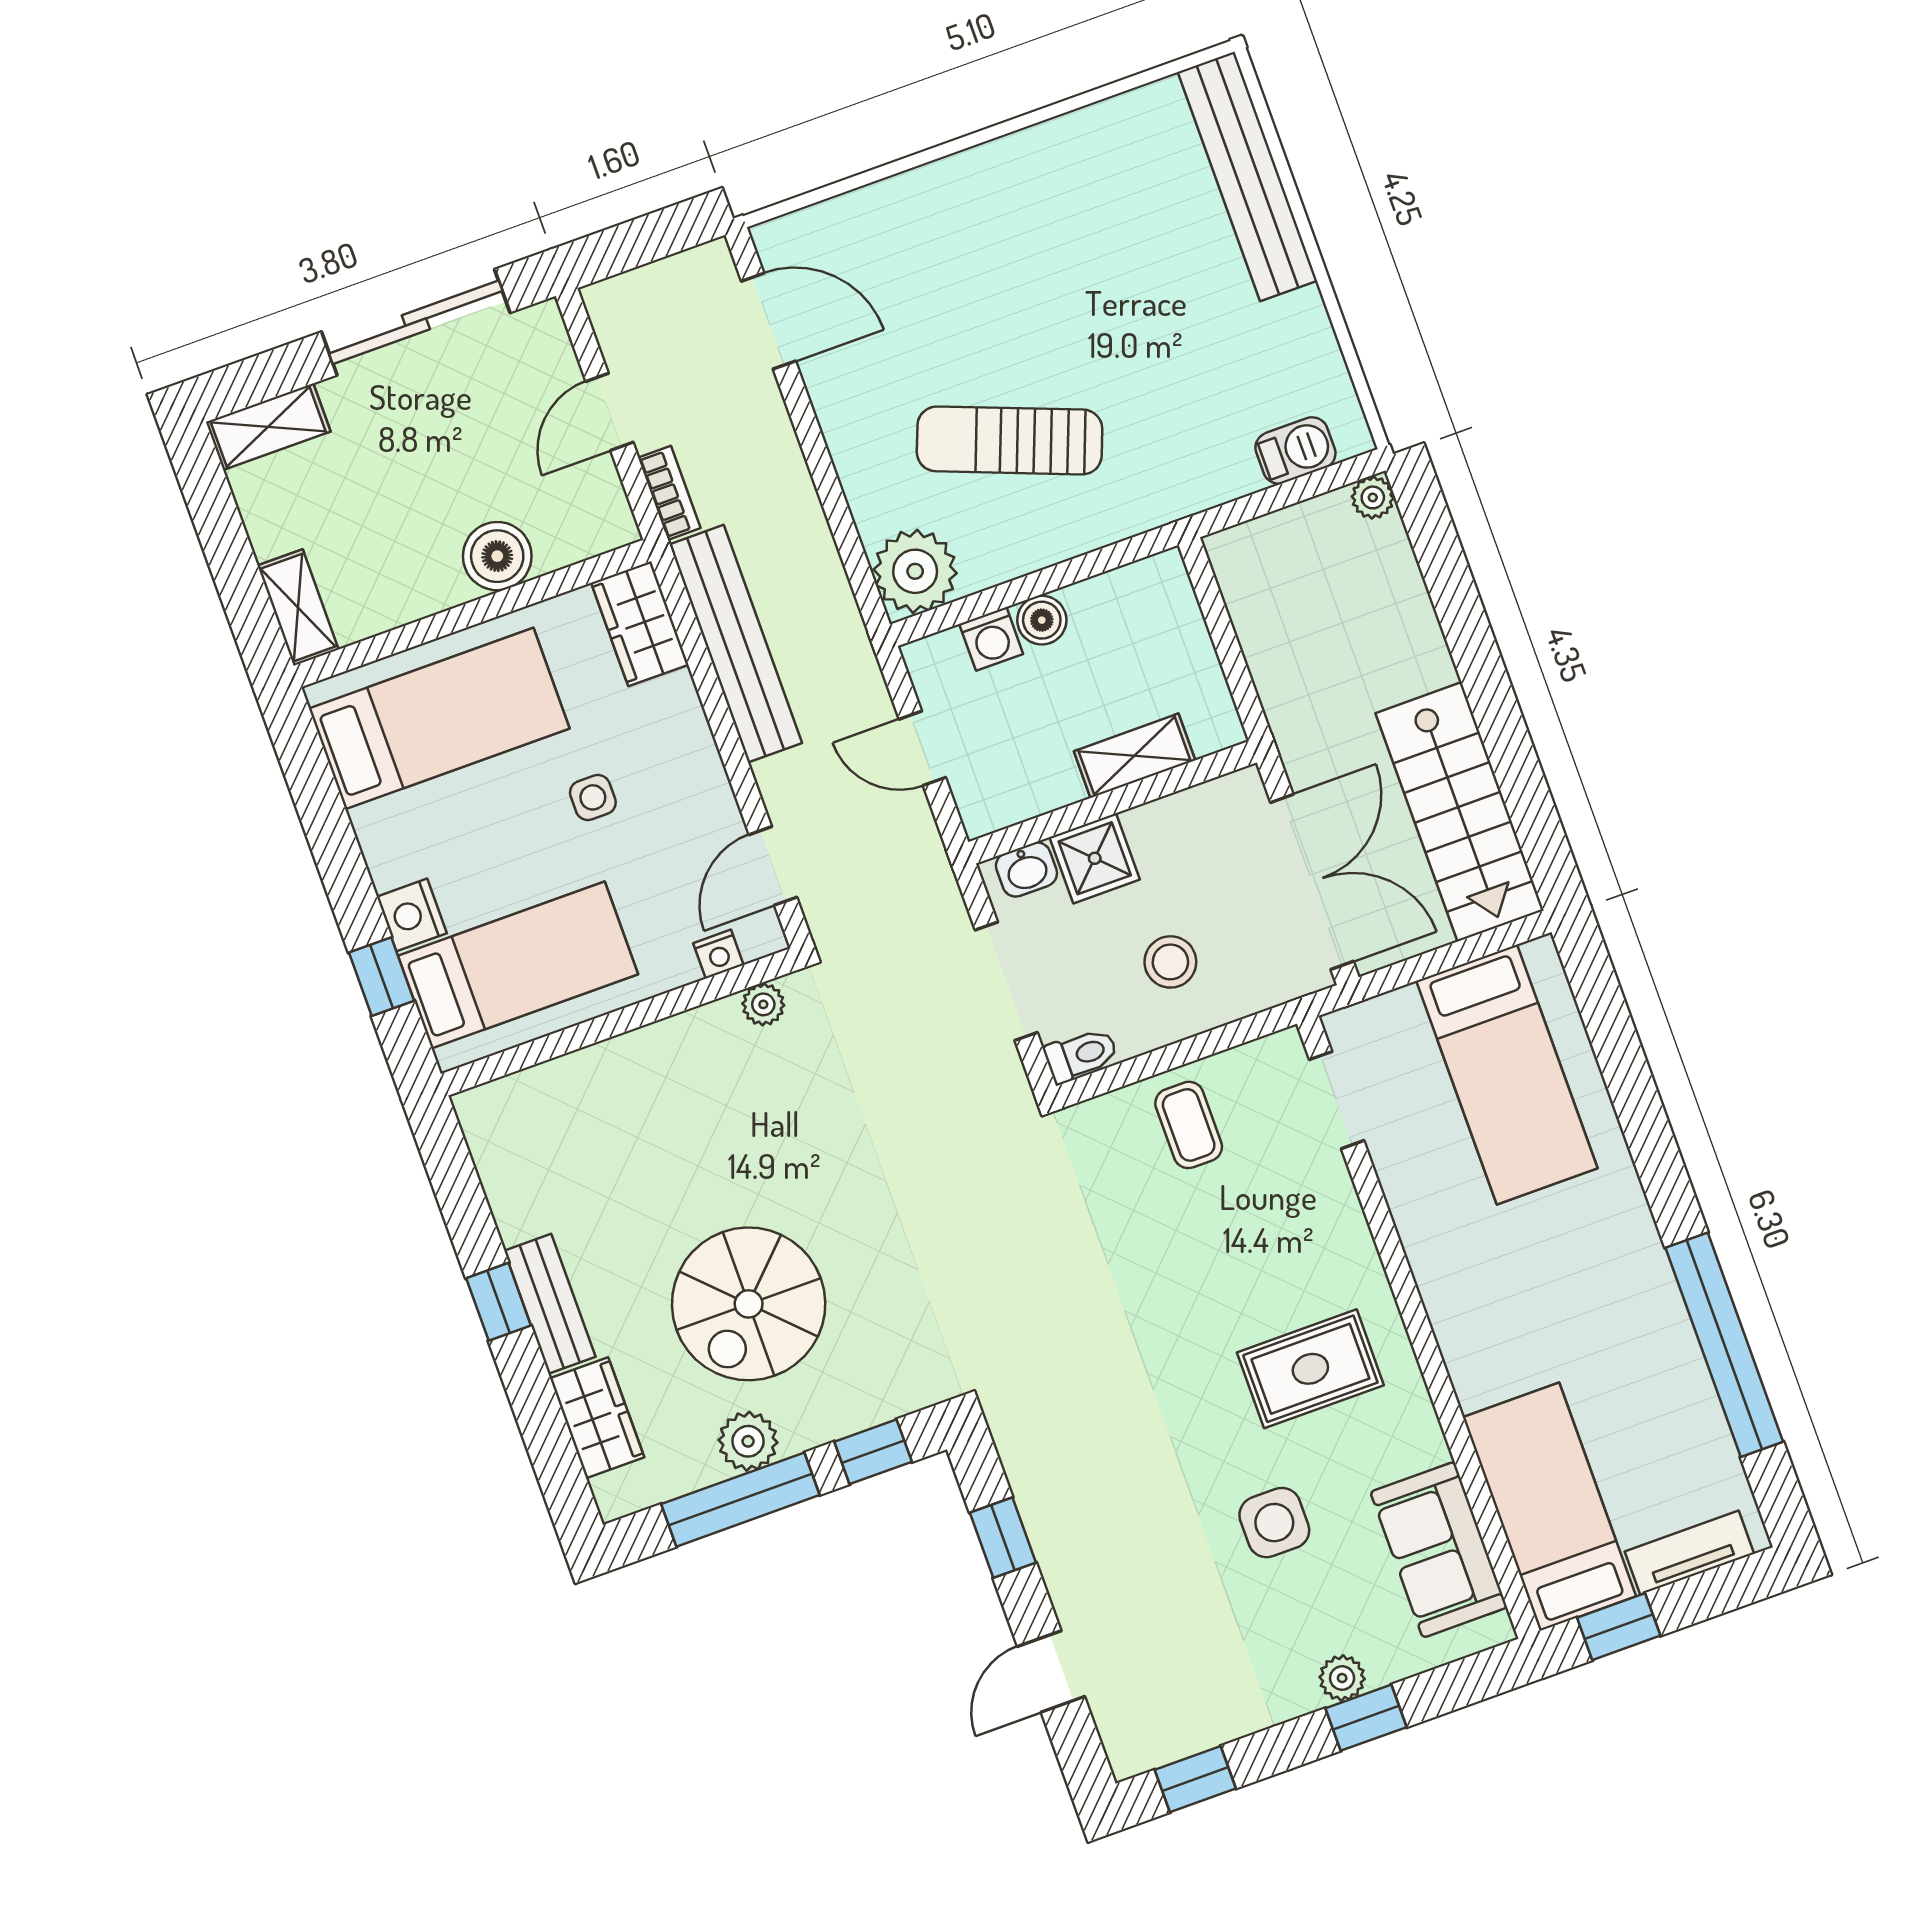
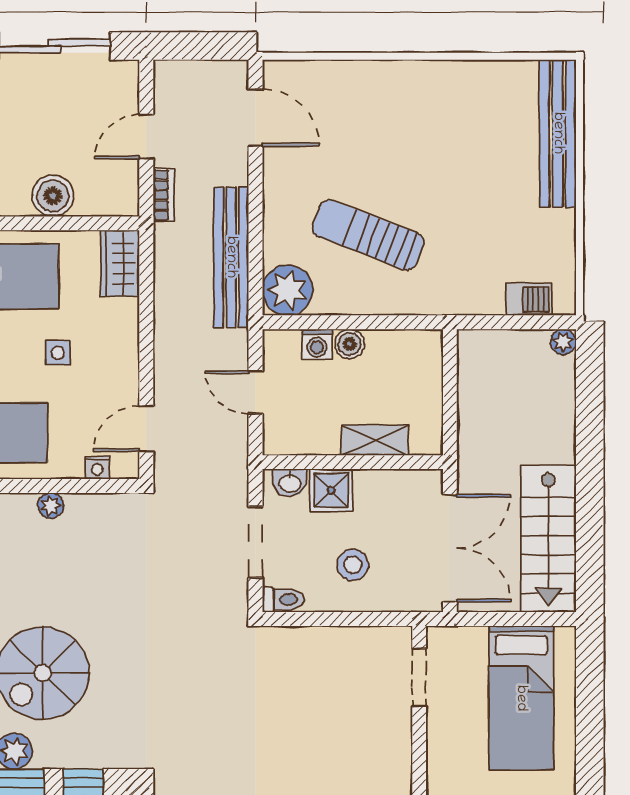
bench: (736, 644) -> (231, 257), moved
plant: (763, 1004) -> (51, 506), moved
coffee table: (1189, 1125) -> (330, 661), removed

